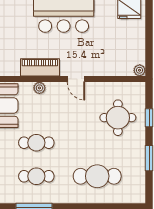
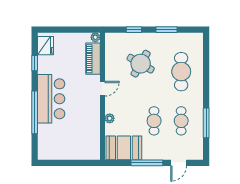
piano: (40, 67) -> (93, 59), moved
round table: (118, 118) -> (141, 64), moved, turned 30

